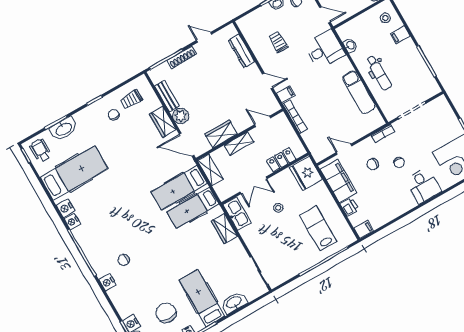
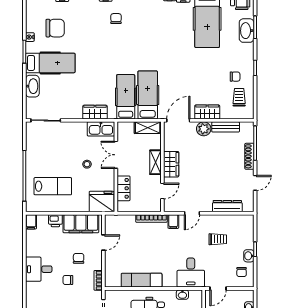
wardrobe: (221, 134) -> (171, 164), moved
desk: (423, 186) -> (39, 269), moved

